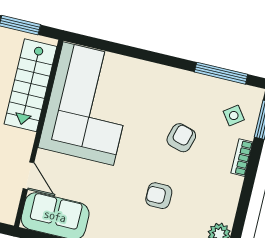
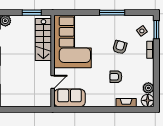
window: (221, 73) -> (112, 13), moved
door: (29, 176) -> (53, 82), hinge flipped

